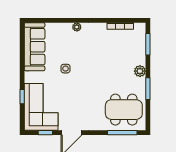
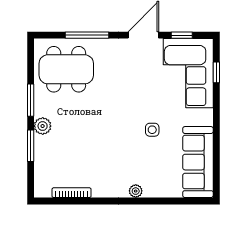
window: (148, 44) -> (31, 146), moved
window: (22, 97) -> (216, 72), moved
window: (122, 133) -> (87, 35), moved

